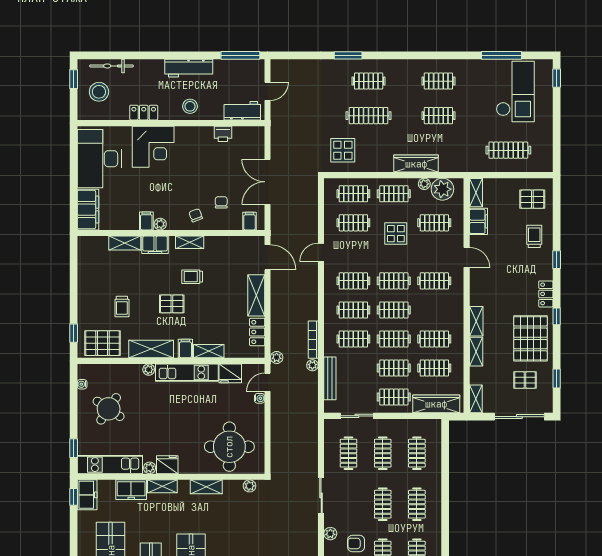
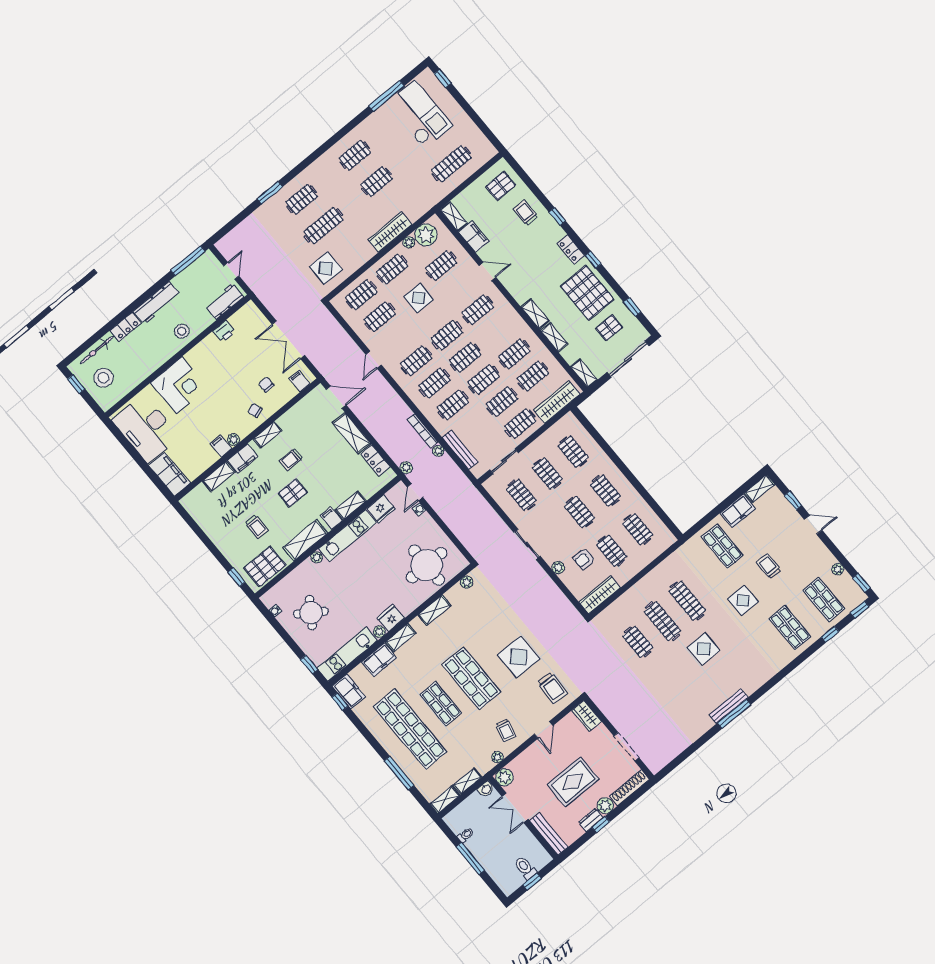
locker: (144, 113) -> (126, 327), moved, turned 180

